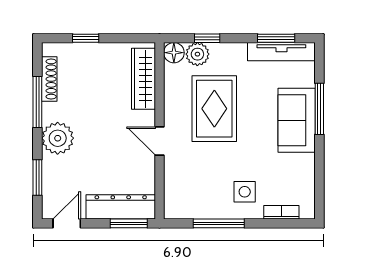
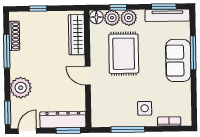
plant: (223, 54) -> (129, 18), added
plant: (58, 138) -> (21, 88), moved
window: (37, 178) -> (8, 113), moved

